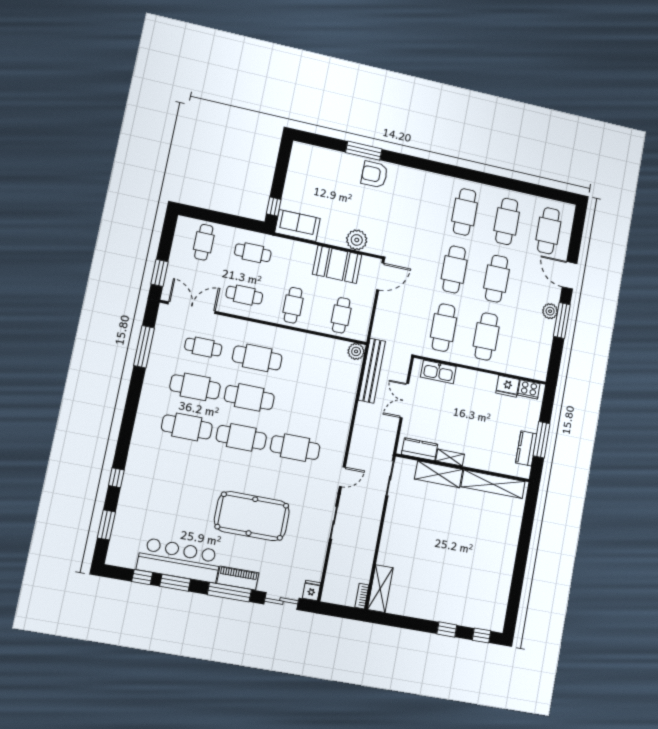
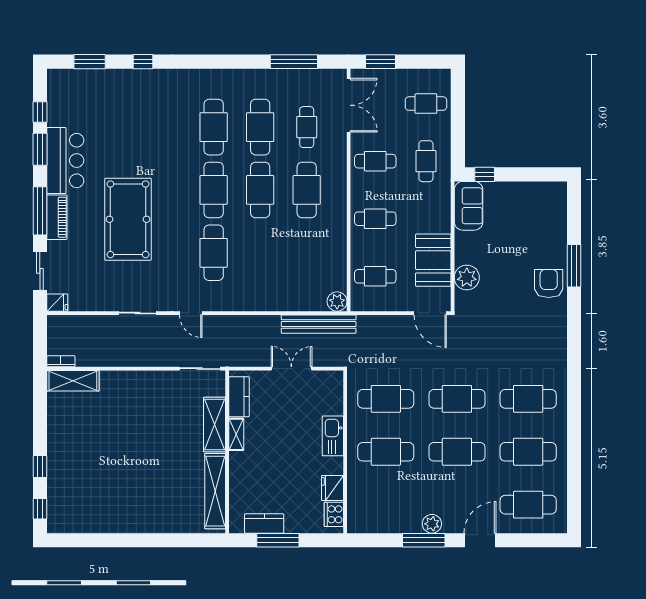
cafe table: (244, 295) -> (375, 161), turned 90
kitchen sink: (438, 372) -> (333, 436), moved
bar counter: (179, 560) -> (65, 161), width x0.73

